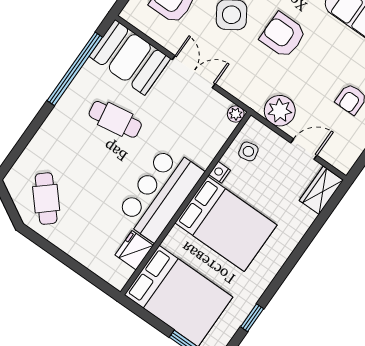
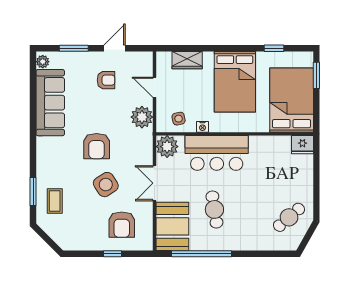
plant: (236, 114) -> (167, 147), width x1.87, depth x1.87
wardrobe: (321, 190) -> (187, 60), moved
bar counter: (160, 194) -> (217, 153), moved
bed: (226, 224) -> (235, 82), moved, turned 180
fridge: (134, 250) -> (302, 145), moved

